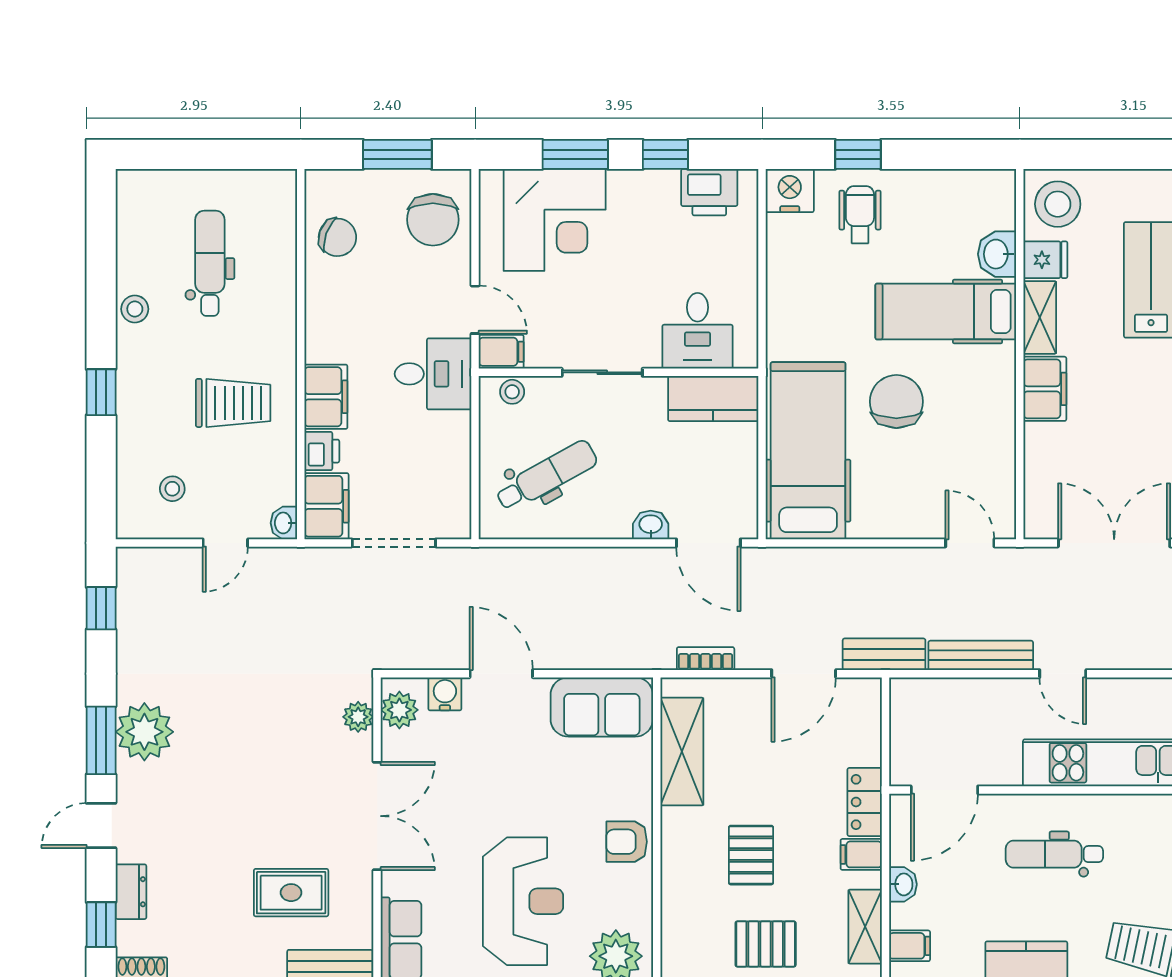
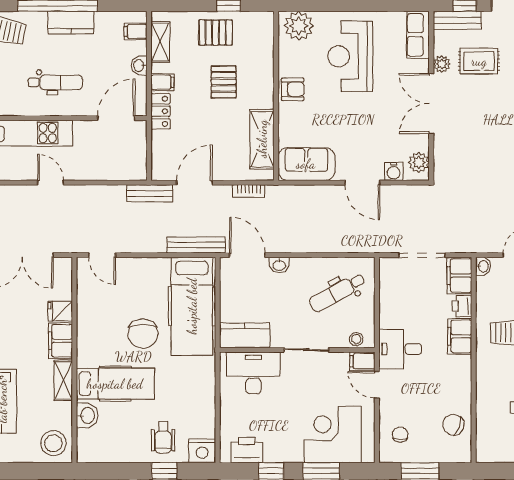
chair: (433, 220) -> (400, 435), width x0.54, depth x0.54
fridge: (1045, 260) -> (60, 311), moved
desk: (698, 331) -> (253, 373), width x1.37
bench: (981, 655) -> (196, 245), moved
plant: (358, 717) -> (442, 64), moved

